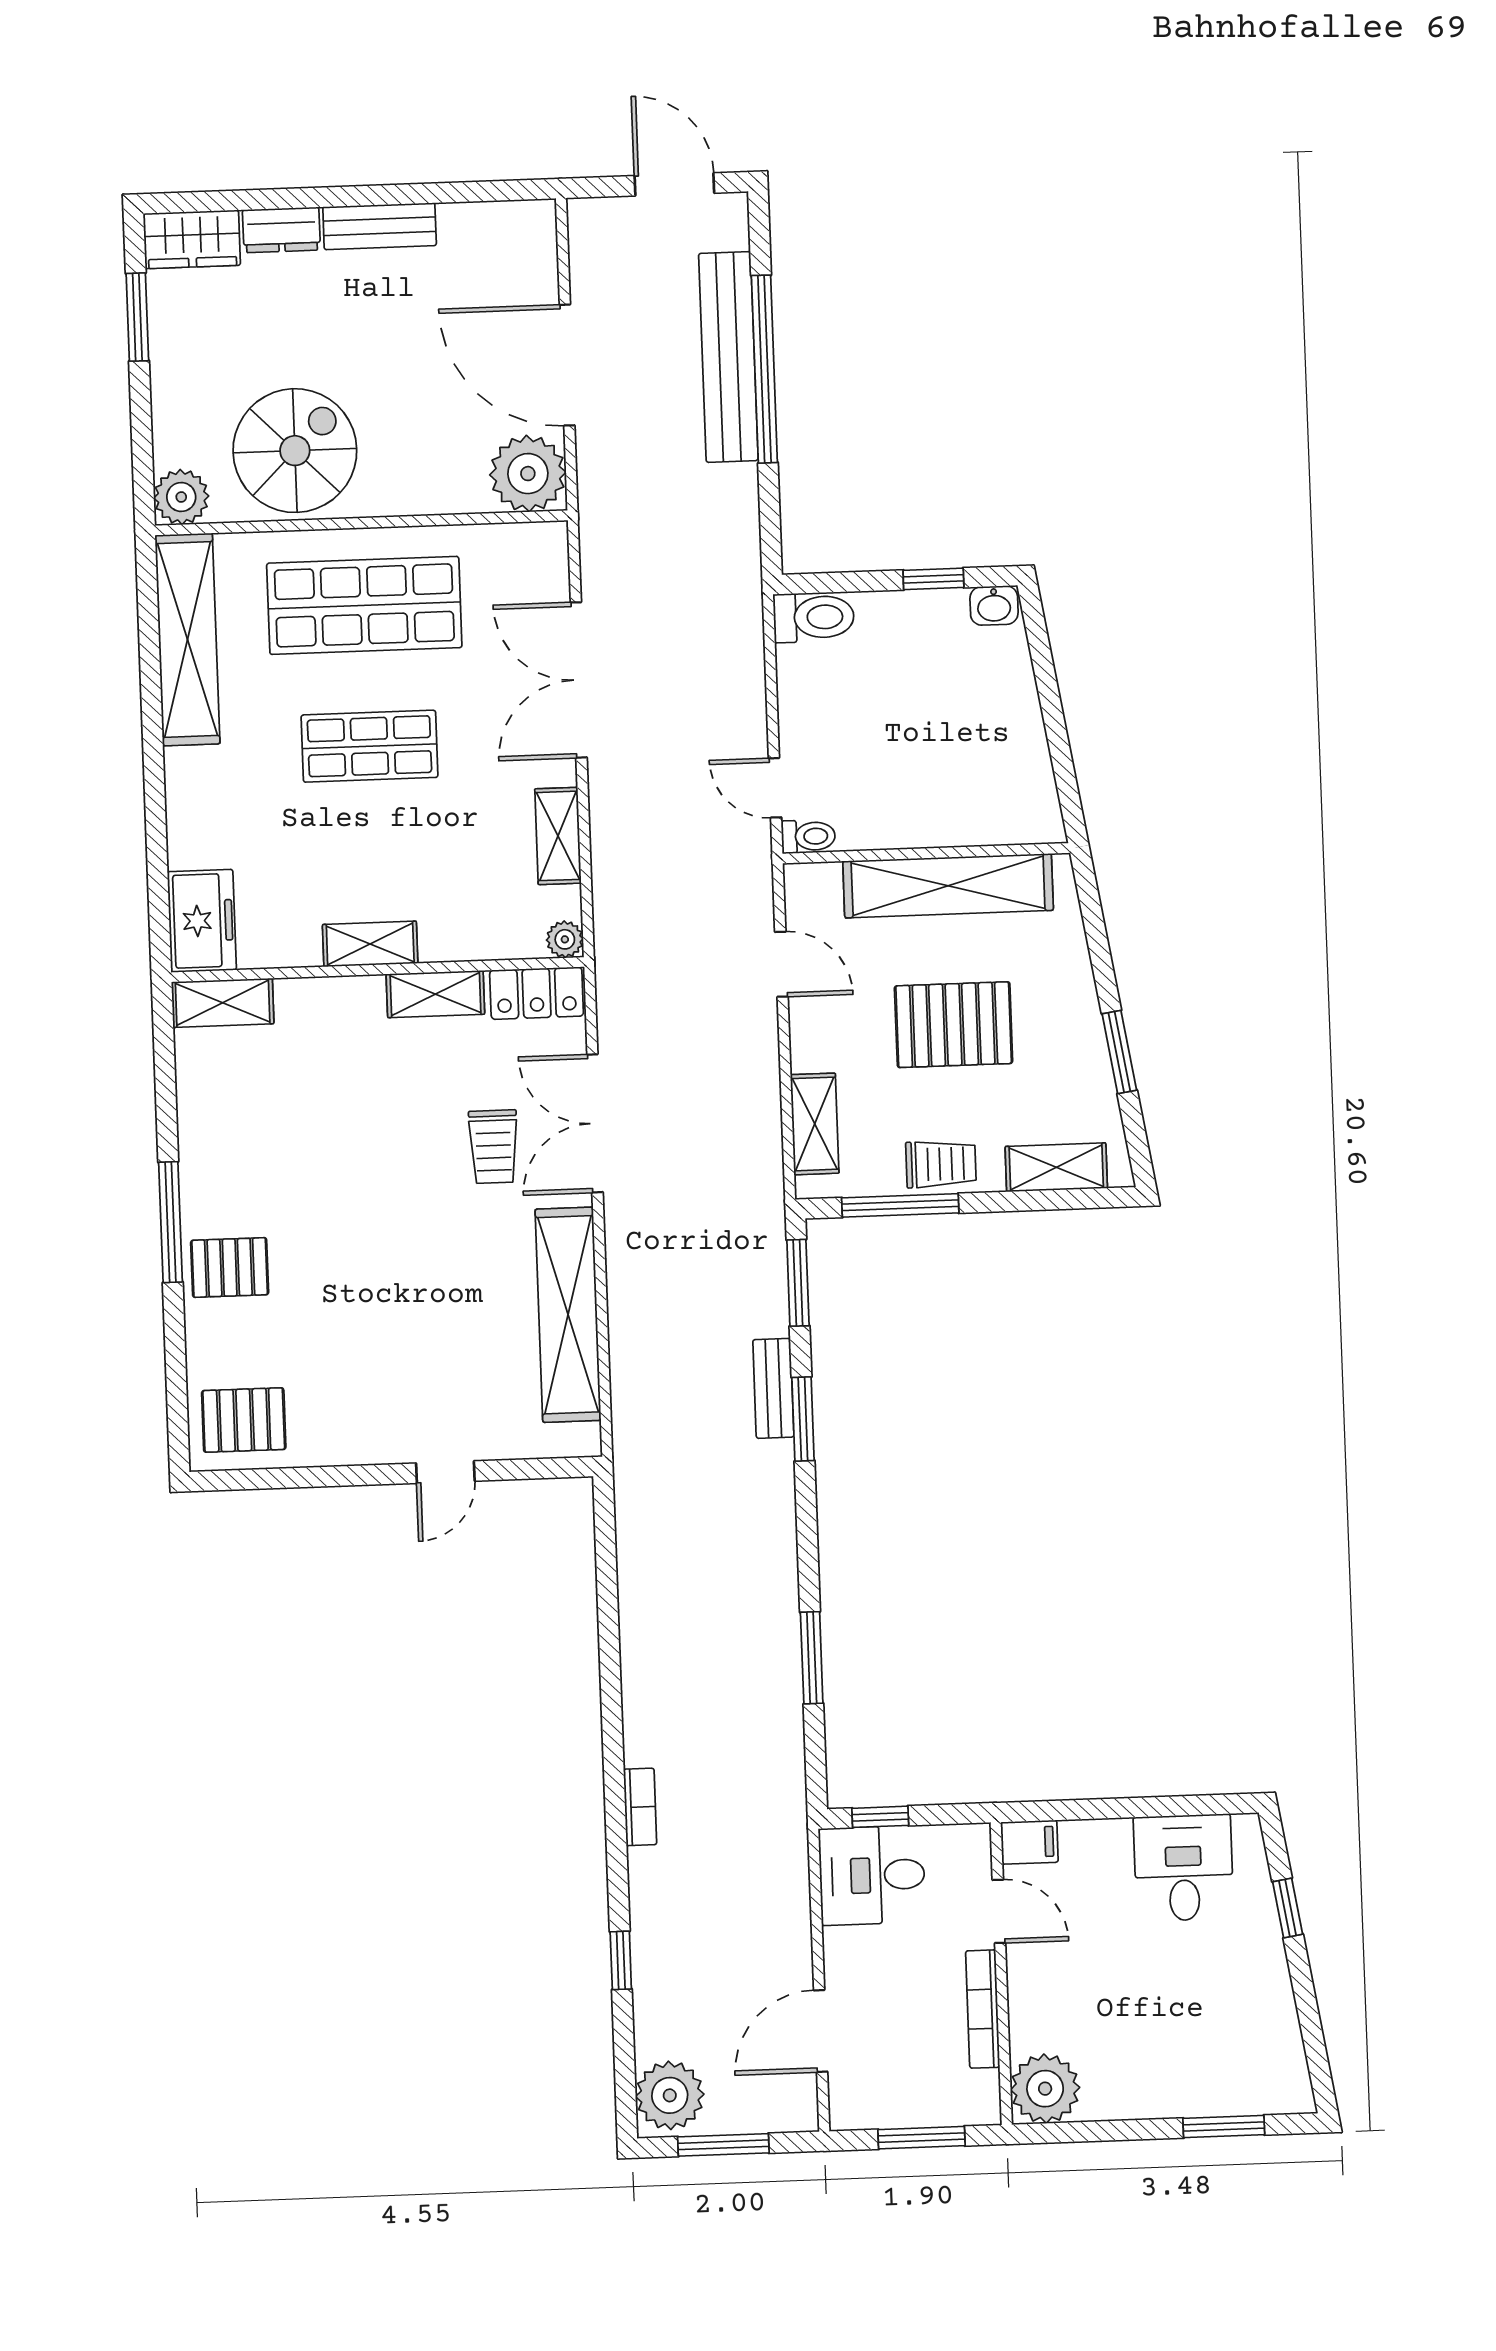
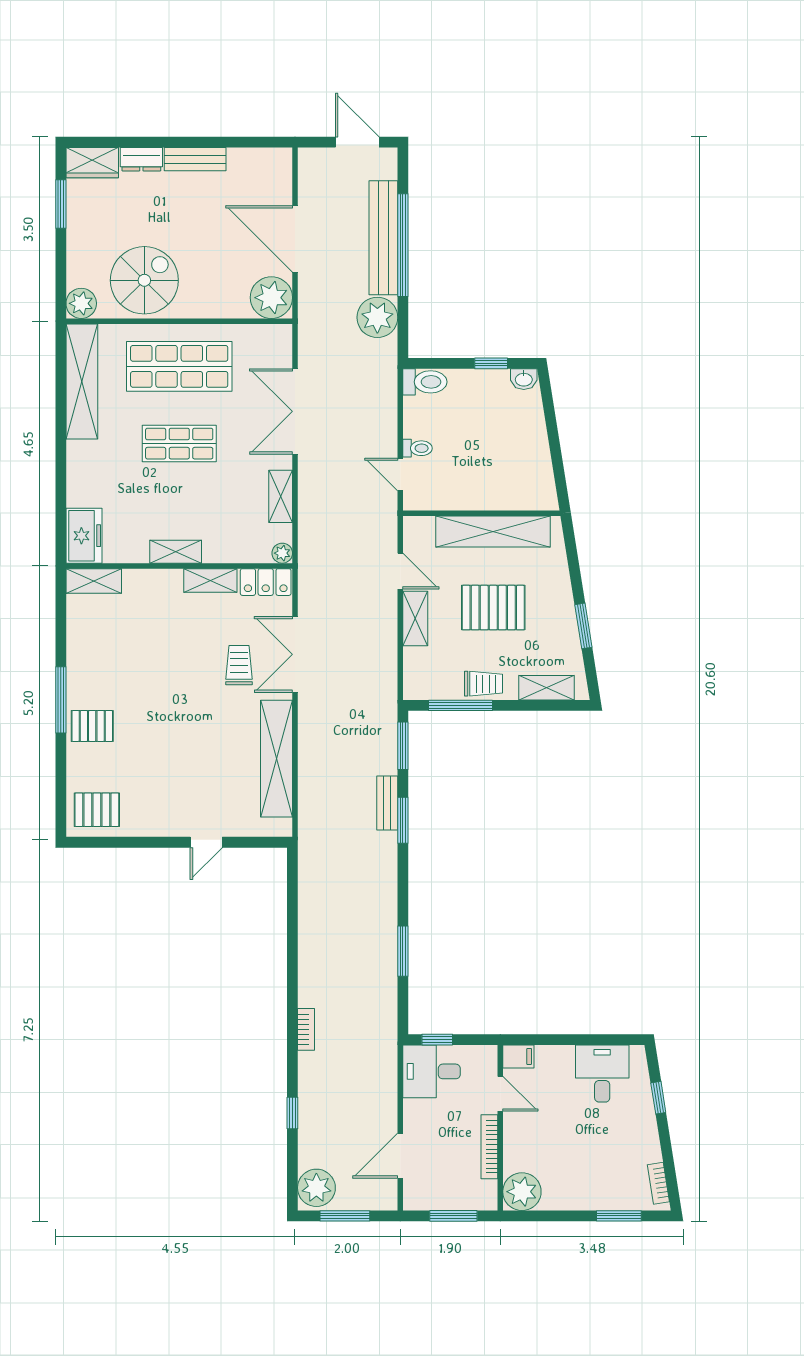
plant: (723, 503) -> (377, 317), added
toilet: (808, 836) -> (418, 448), moved
shelving: (815, 1124) -> (415, 618), moved
trolley: (493, 1147) -> (239, 665), turned 180
bookcase: (1293, 2064) -> (658, 1183), added

